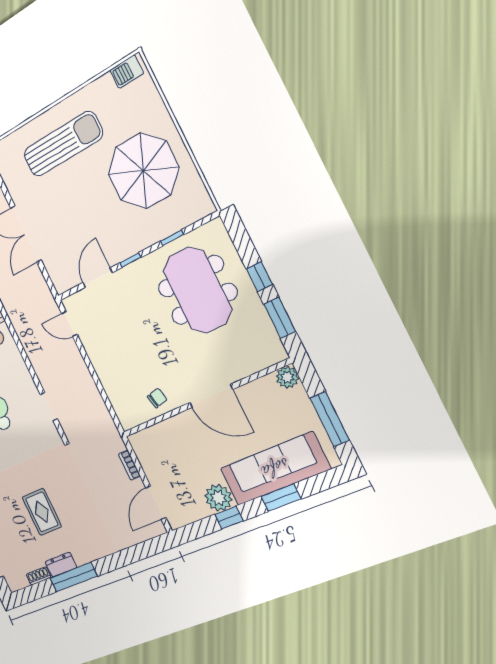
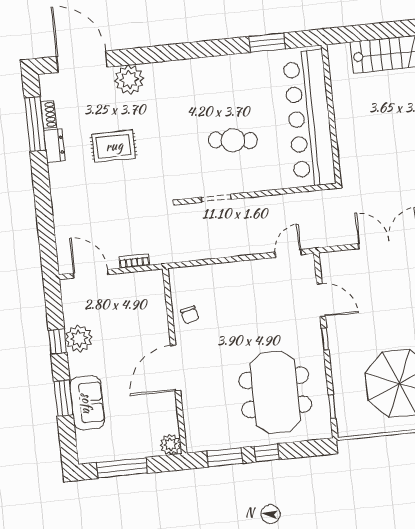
window: (172, 238) -> (332, 407), moved
meeting table: (197, 290) -> (275, 392), turned 90
sofa: (275, 469) -> (87, 403), width x0.54, depth x0.79
window: (74, 577) -> (35, 124), moved

